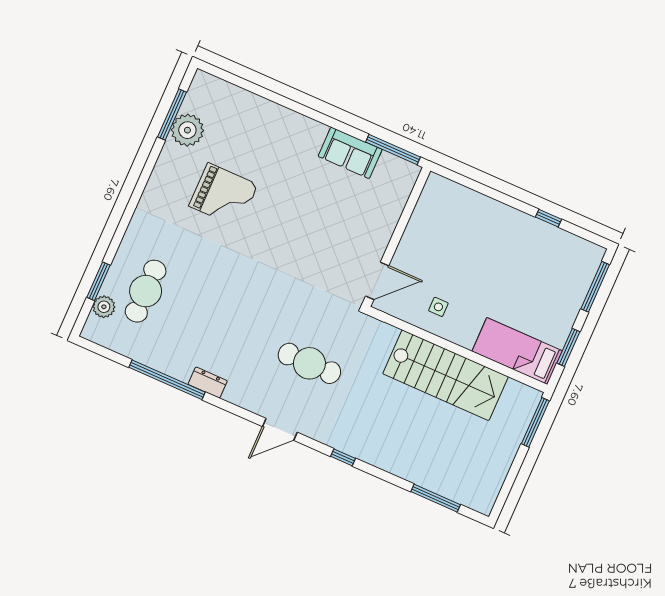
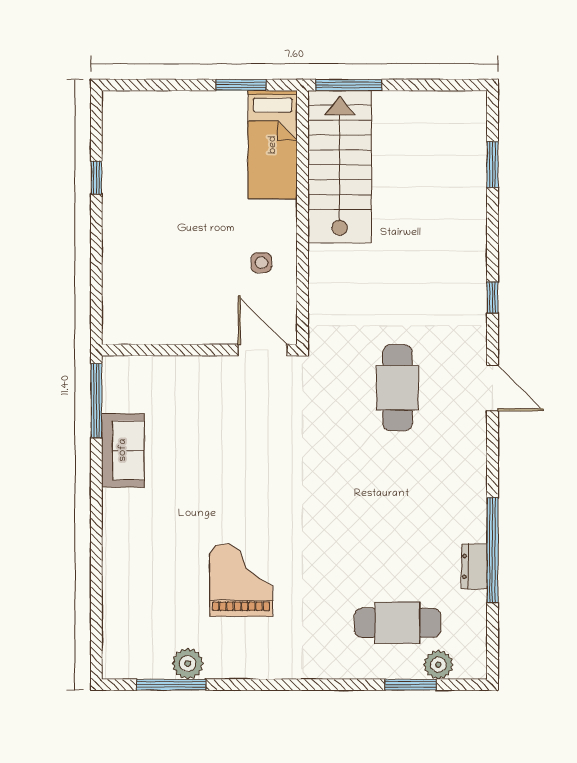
plant: (187, 130) -> (188, 664), width x0.73, depth x0.73
window: (595, 287) -> (154, 85), removed
stairs: (446, 375) -> (340, 167), moved
dresser: (208, 383) -> (474, 566), moved
window: (436, 498) -> (493, 165), width x0.69

